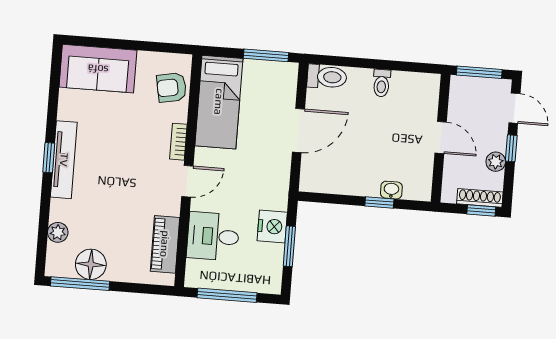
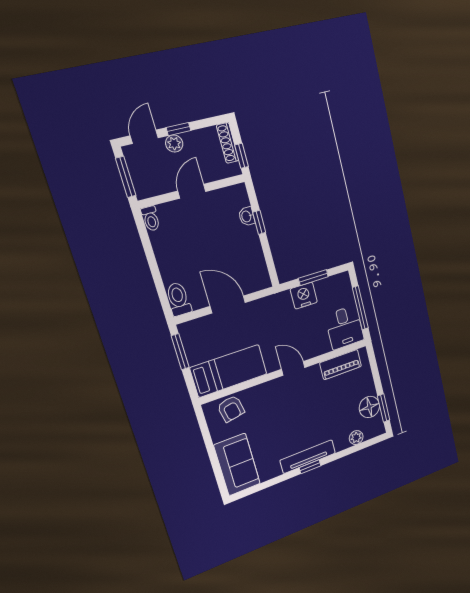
toilet: (382, 83) -> (151, 219), moved, turned 90
bookcase: (178, 142) -> (268, 387), removed
plant: (496, 162) -> (174, 144), moved
window: (481, 210) -> (242, 156), moved
desk: (213, 236) -> (345, 327), moved
window: (80, 284) -> (384, 408), width x0.69

